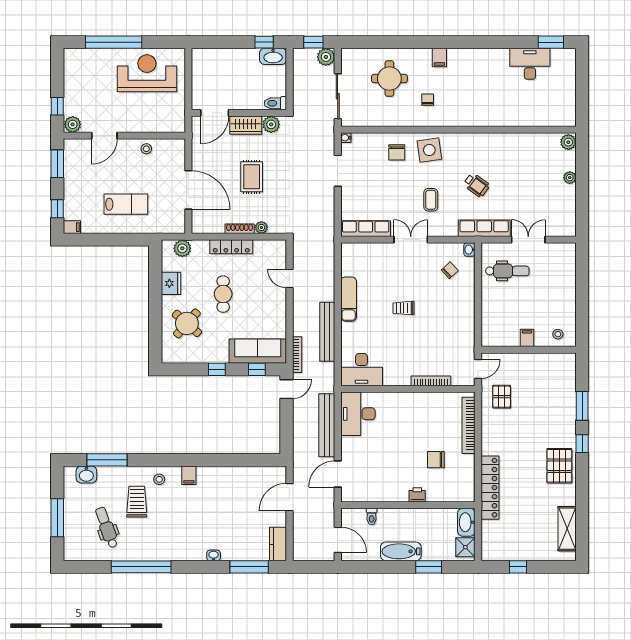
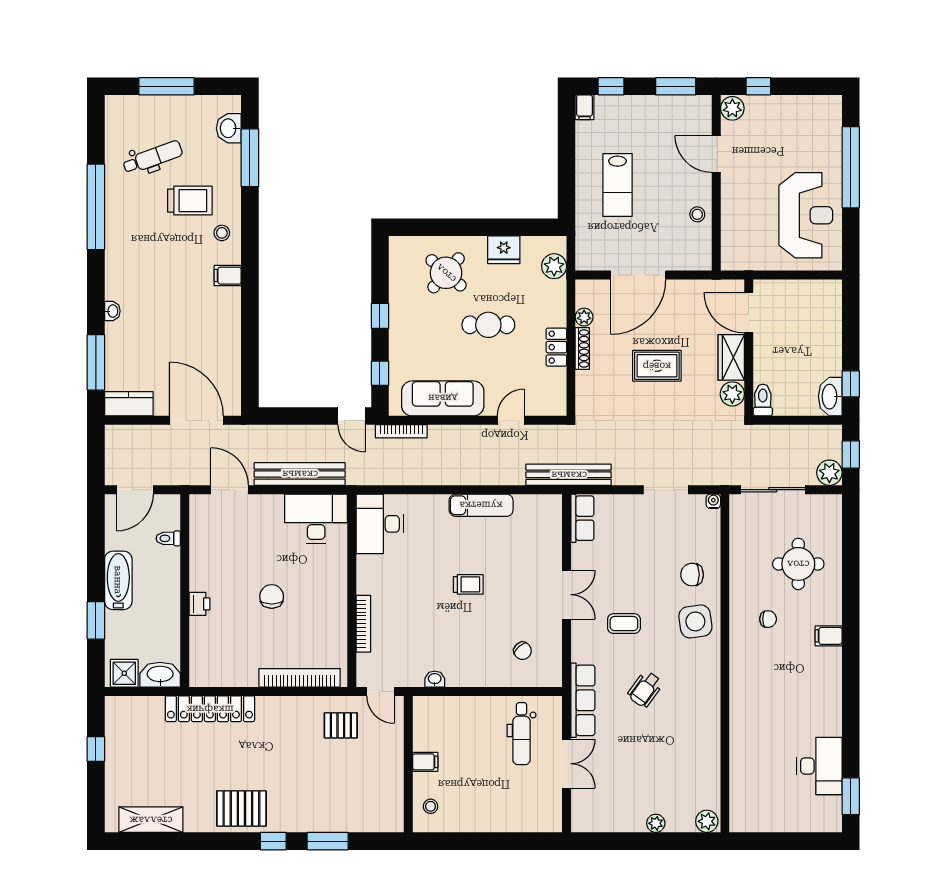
plant: (261, 227) -> (584, 317), moved
row of seats: (366, 229) -> (582, 518), width x0.68
locker: (231, 247) -> (556, 347), width x0.66
washbasin: (469, 250) -> (435, 679), moved
trolley: (404, 308) -> (468, 584), turned 90
bench: (327, 332) -> (569, 475), moved
sofa: (258, 351) -> (443, 398), moved, turned -90
chair: (436, 460) -> (272, 596), moved
door: (289, 497) -> (196, 420), width x1.36

